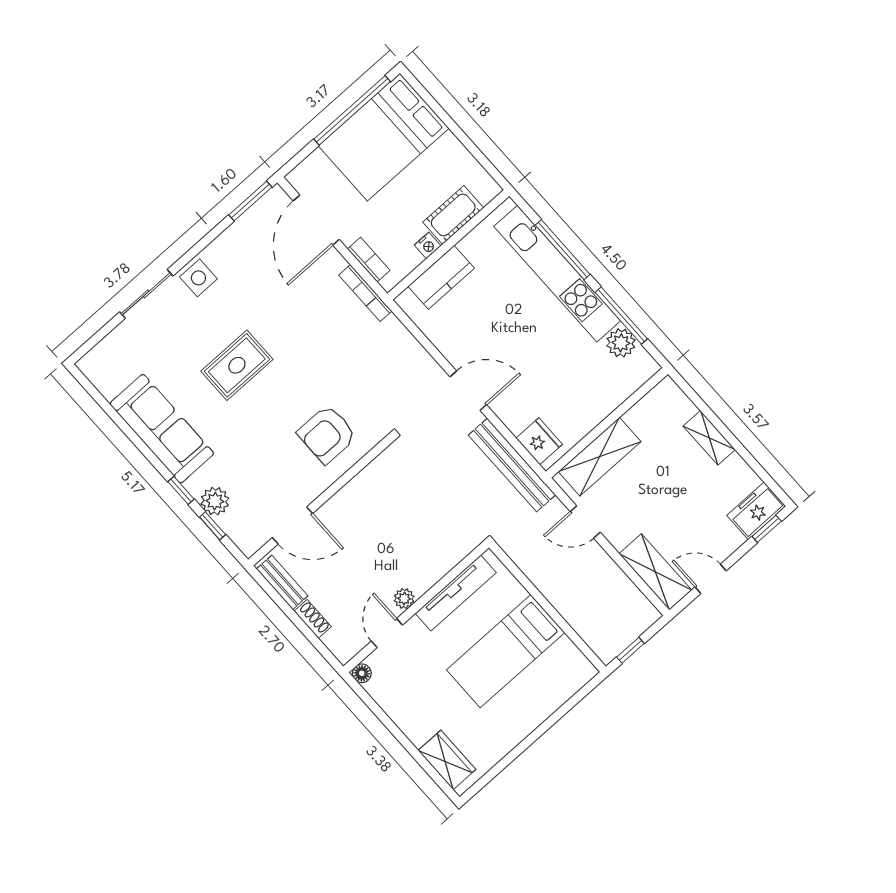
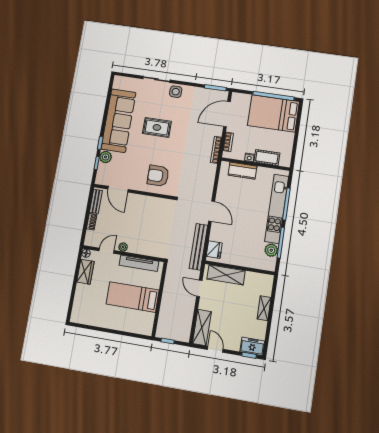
sofa: (162, 429) -> (118, 121), width x1.36, depth x1.27
wardrobe: (447, 760) -> (85, 272), moved

